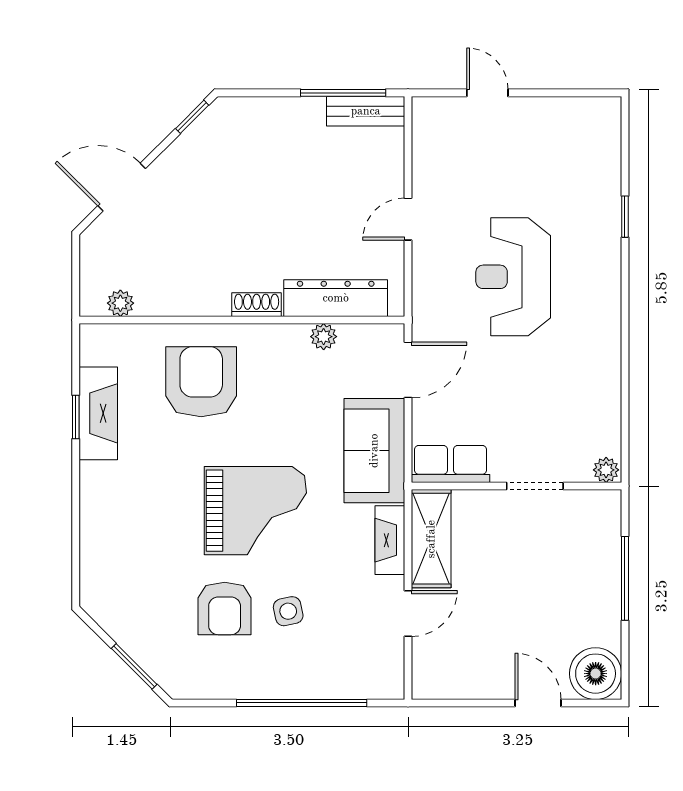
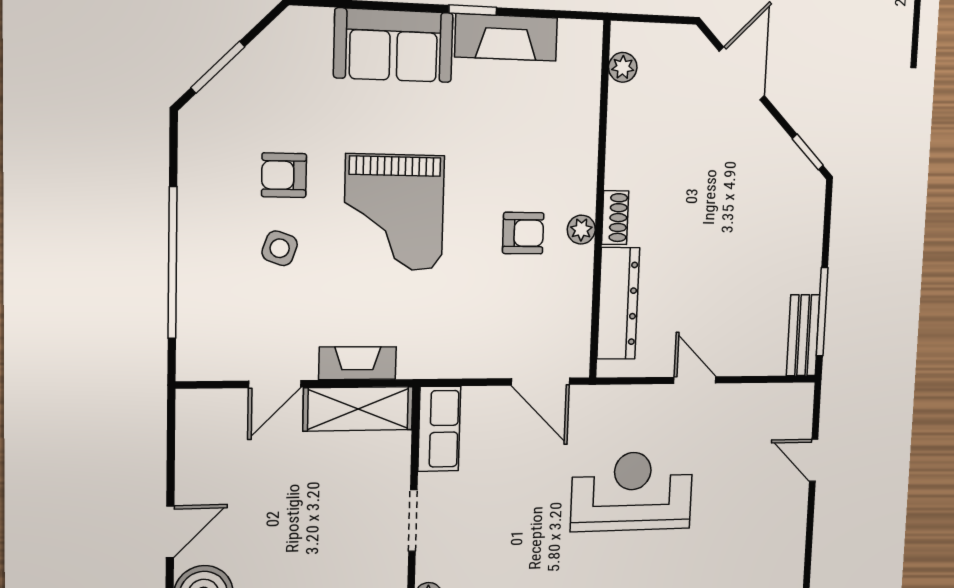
door: (487, 93) -> (814, 460), swing flipped
plant: (324, 337) -> (581, 230), moved
armchair: (201, 382) -> (523, 233), moved, width x0.53, depth x0.53
window: (76, 417) -> (473, 10), moved
sofa: (374, 451) -> (394, 45), moved, turned 180
armchair: (225, 608) -> (284, 175), width x0.72, depth x0.72
side table: (288, 611) -> (280, 248), turned 31
door: (408, 613) -> (275, 384), hinge flipped

